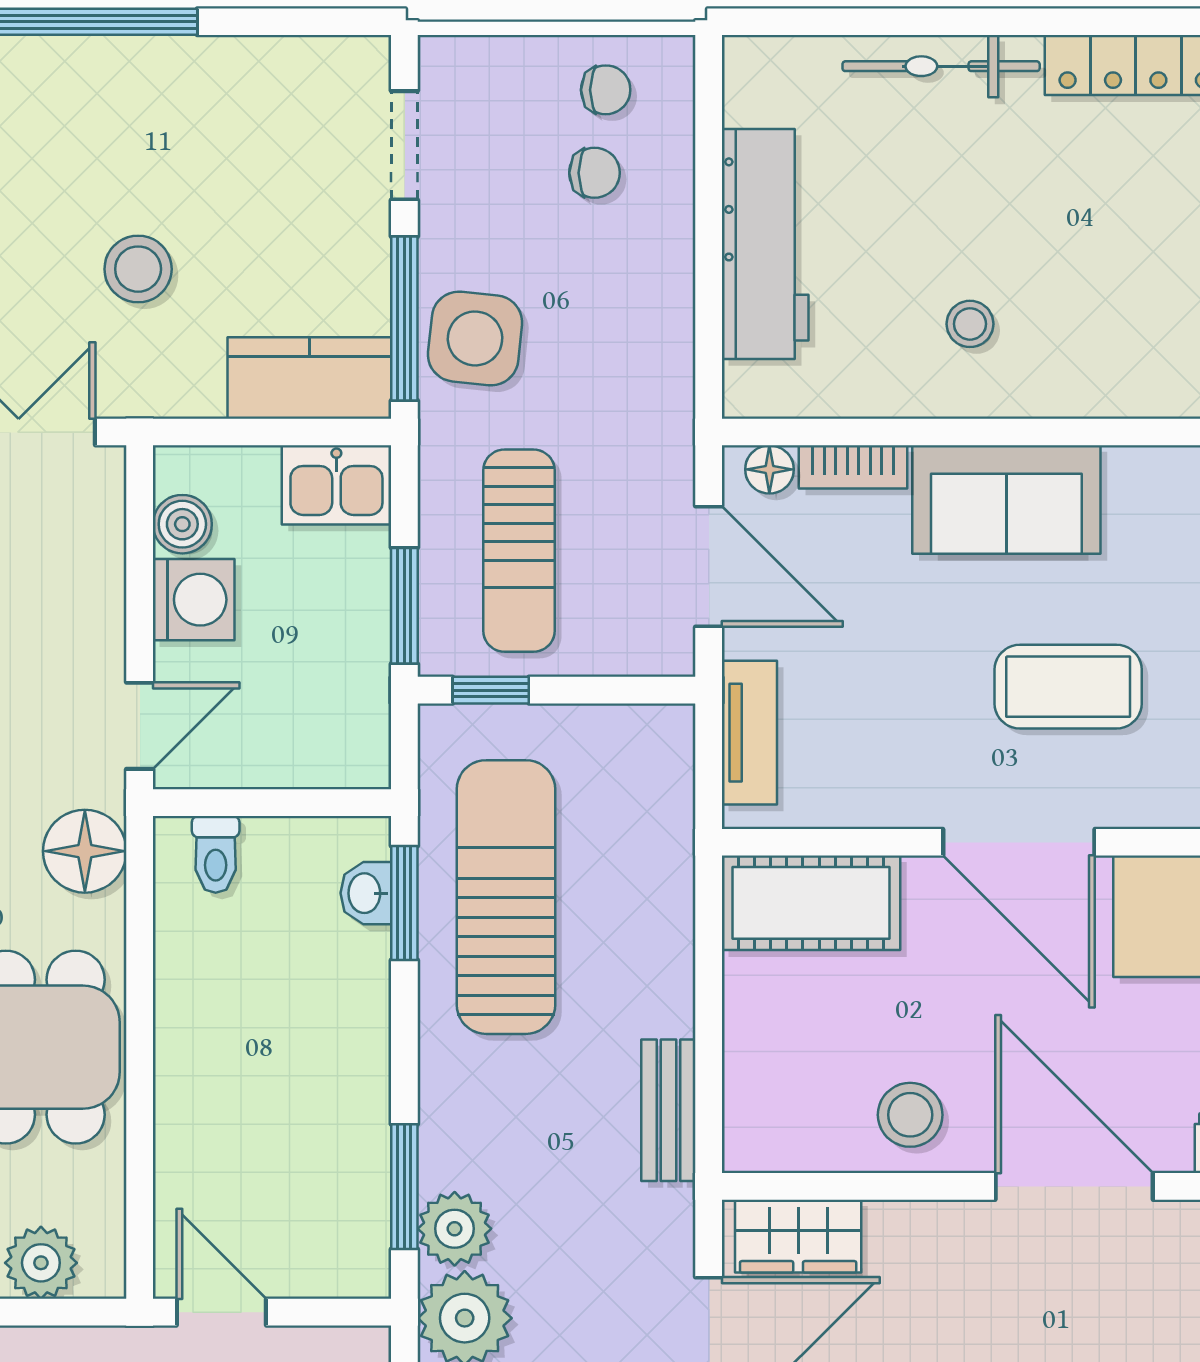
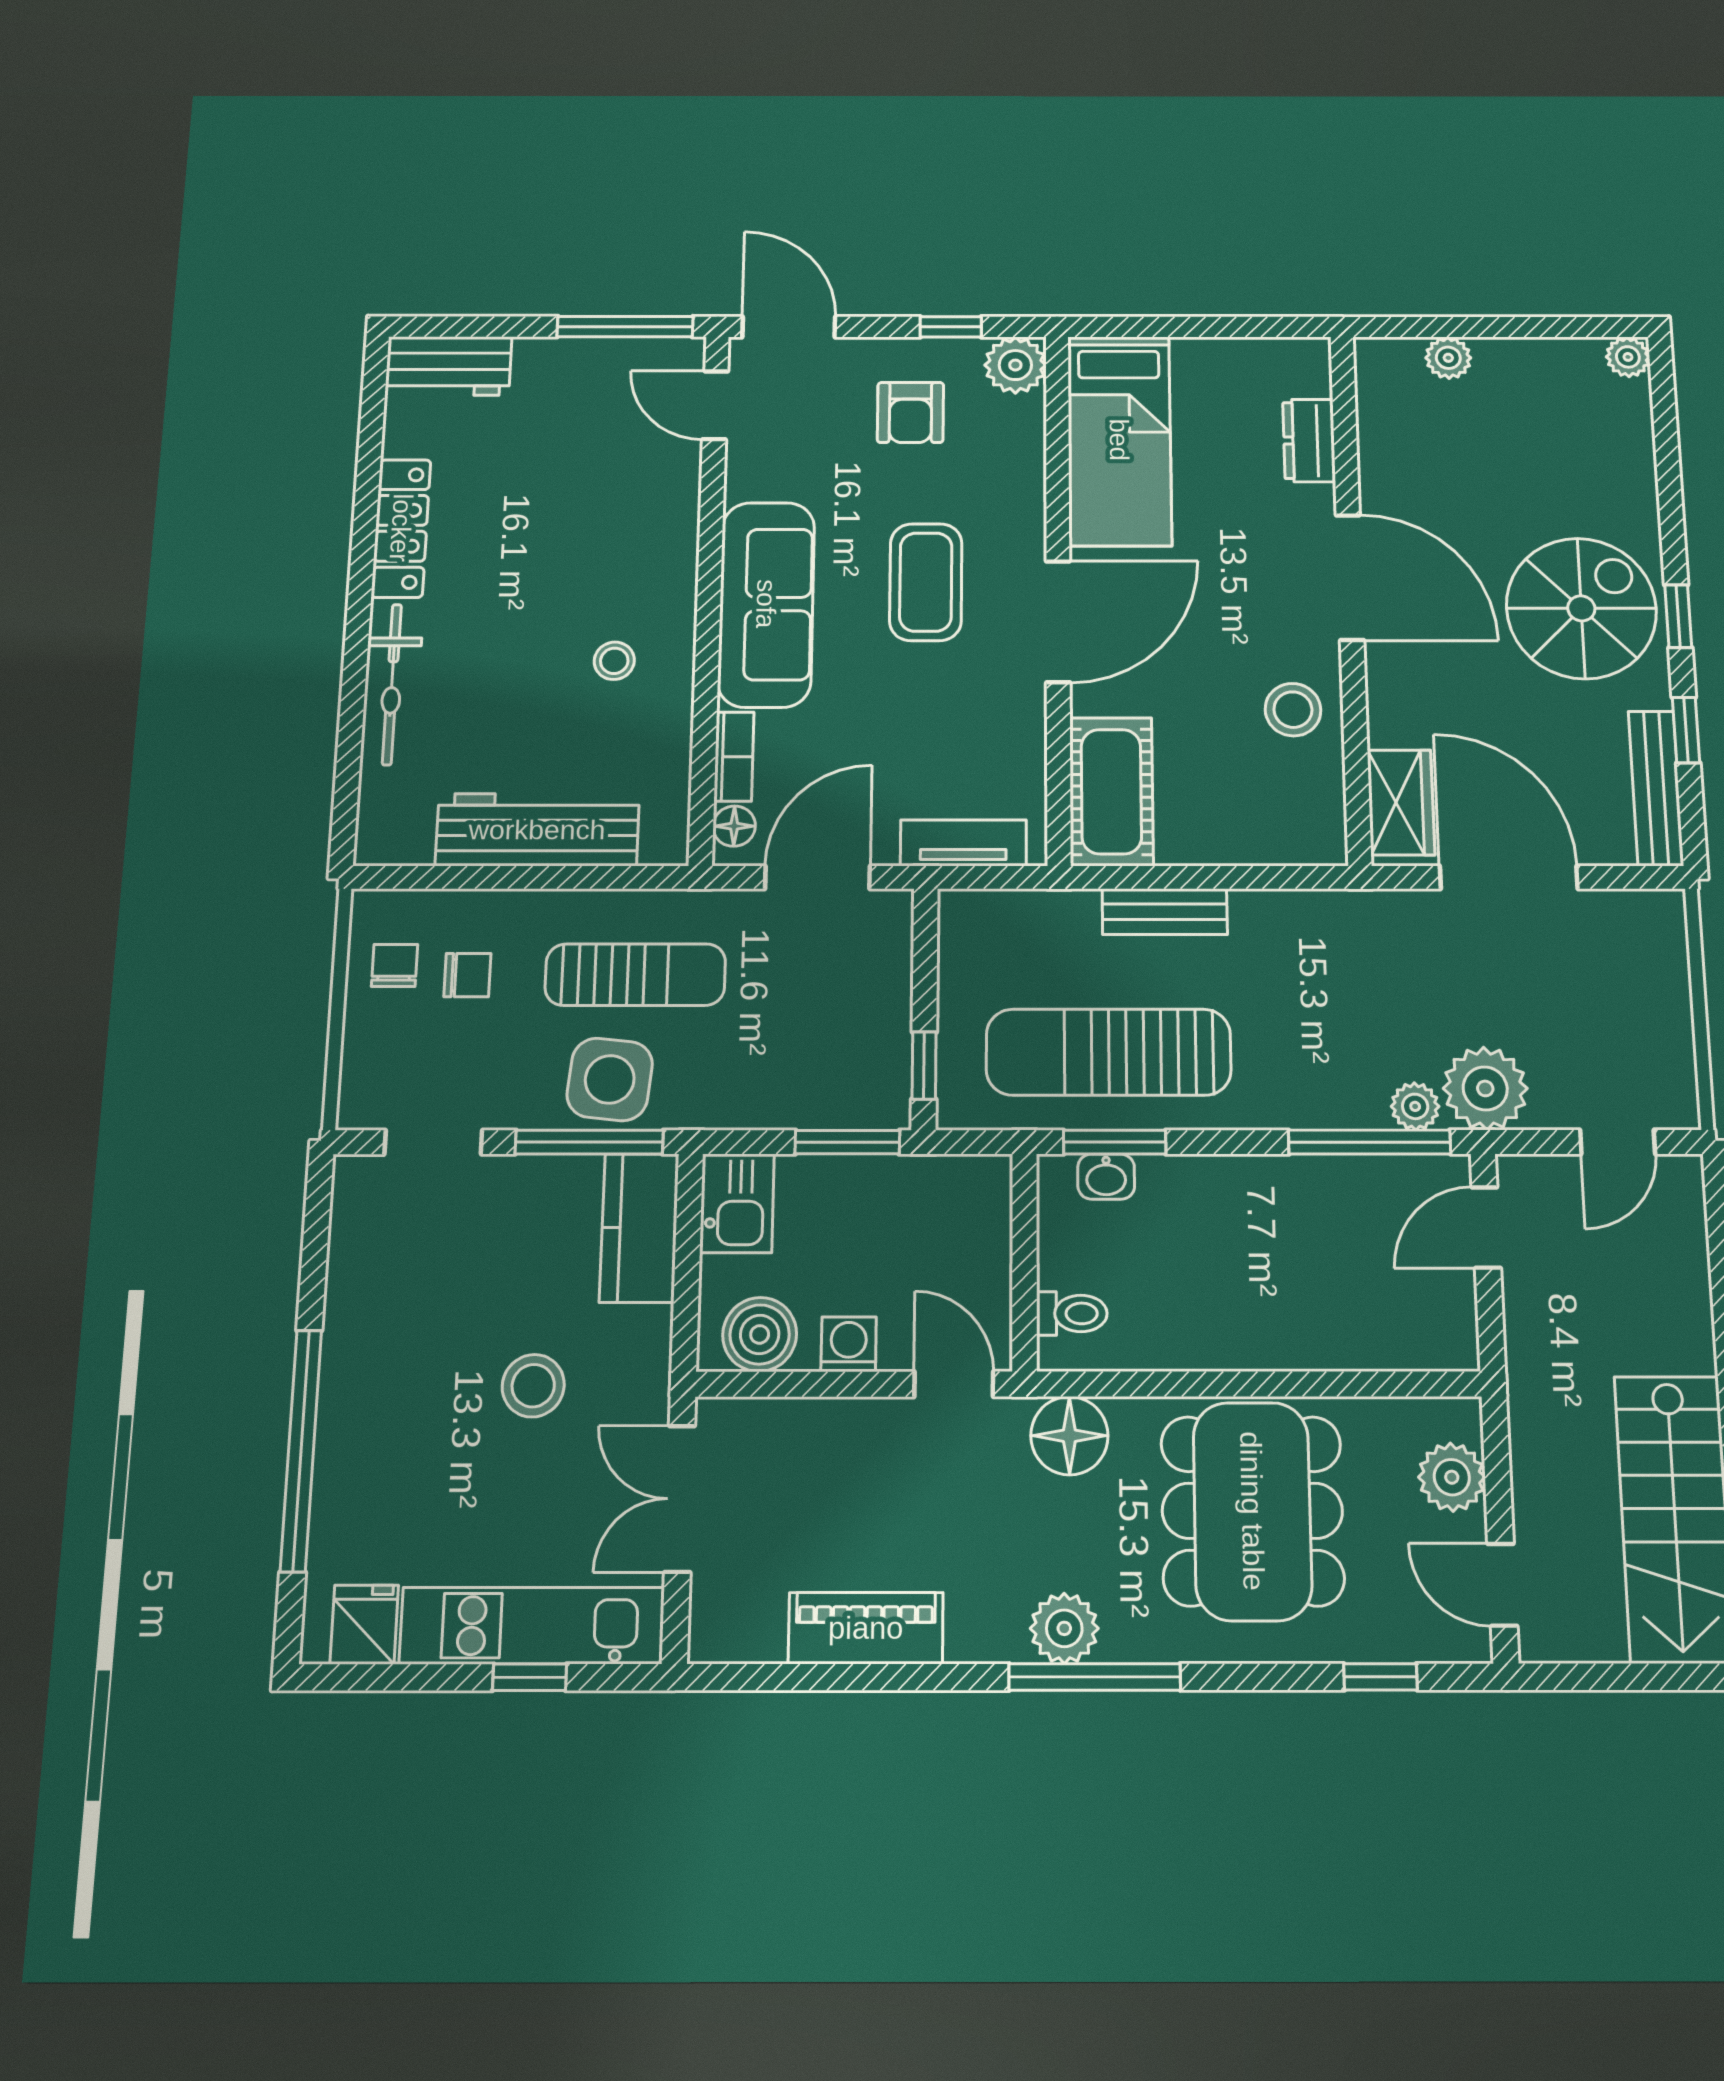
chair: (594, 173) -> (467, 975), turned 90
sofa: (1006, 500) -> (766, 604), width x1.36
boiler: (182, 524) -> (760, 1334), width x1.36, depth x1.36
sun lounger: (519, 551) -> (635, 975), moved
washing machine: (194, 600) -> (849, 1344), width x0.73, depth x0.73
bench: (668, 1110) -> (1165, 912), moved
door: (1074, 1186) -> (1350, 577), swing flipped
window: (404, 1187) -> (1370, 1142), width x1.44
plant: (455, 1229) -> (1415, 1106), width x0.73, depth x0.73
door: (221, 1312) -> (1486, 1228), moved

